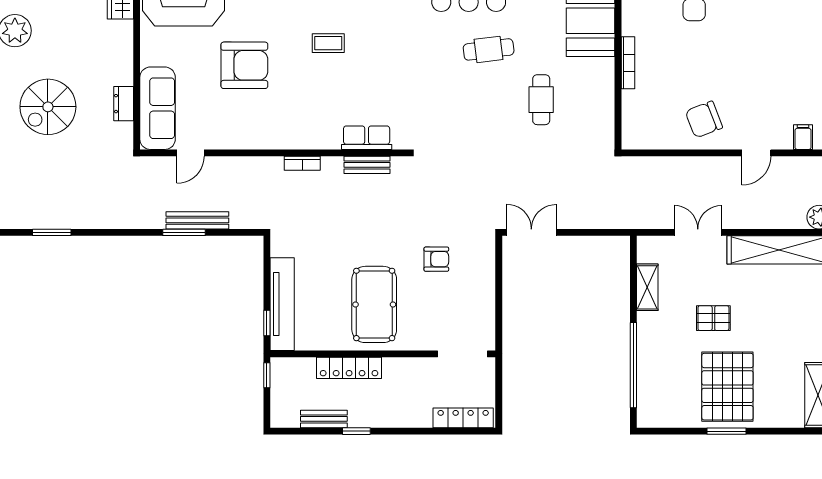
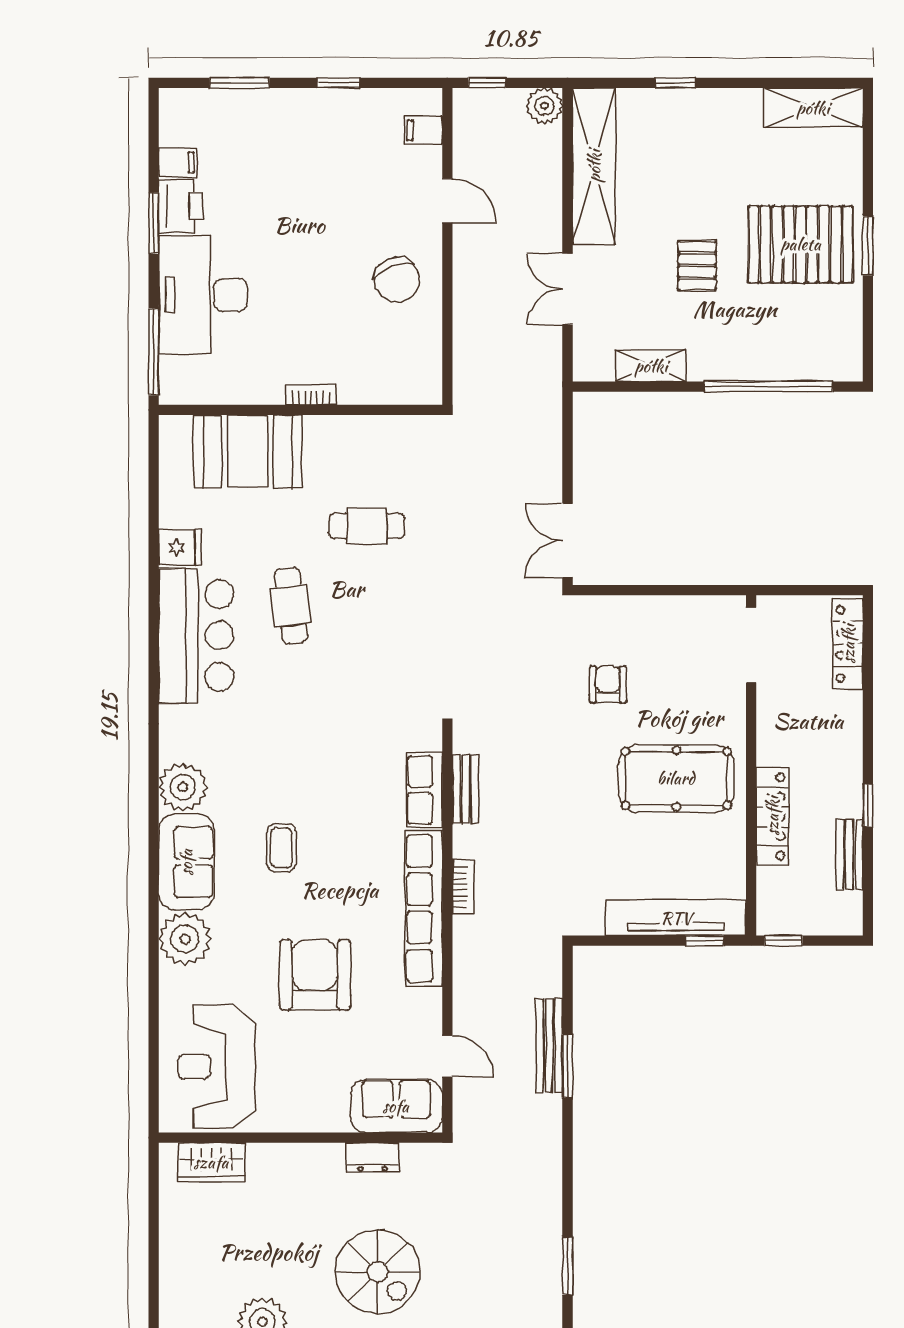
bookcase: (628, 63) -> (311, 395), width x0.64
sofa: (158, 108) -> (396, 1106), width x0.73
row of seats: (288, 137) -> (424, 908), added

